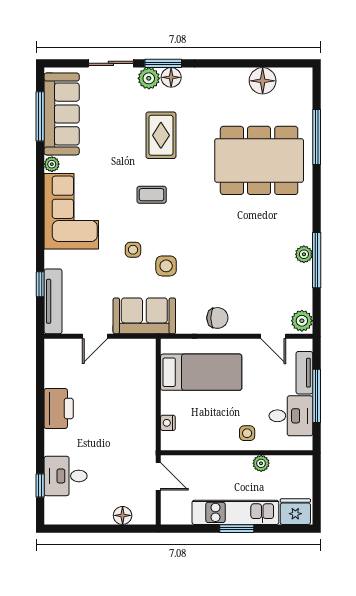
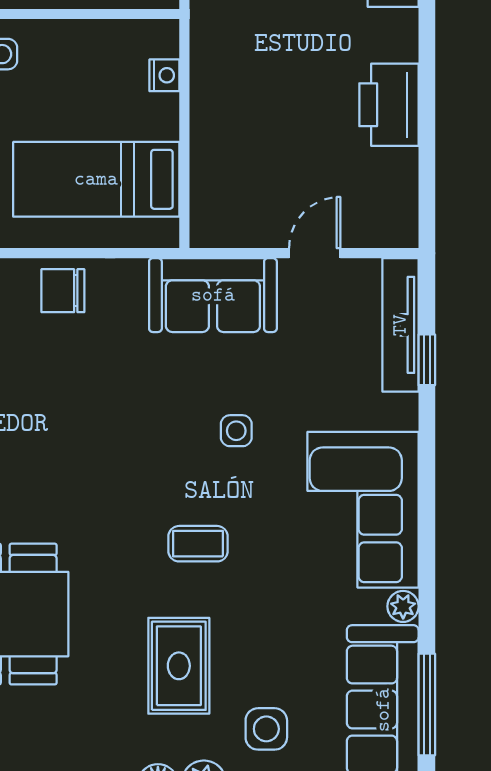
side table: (166, 266) -> (266, 729), moved

